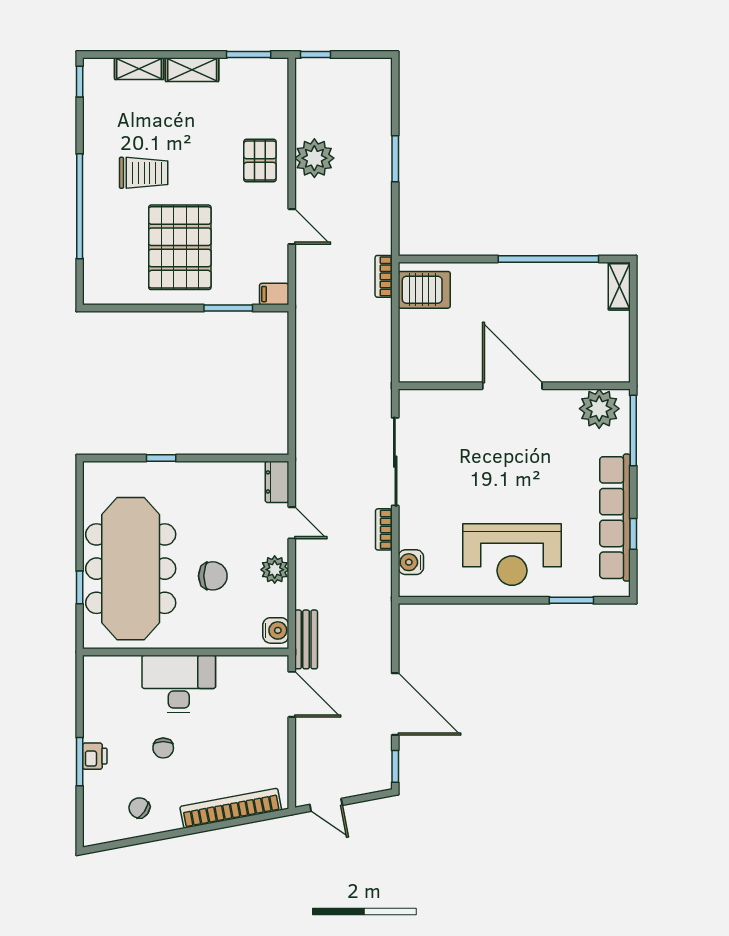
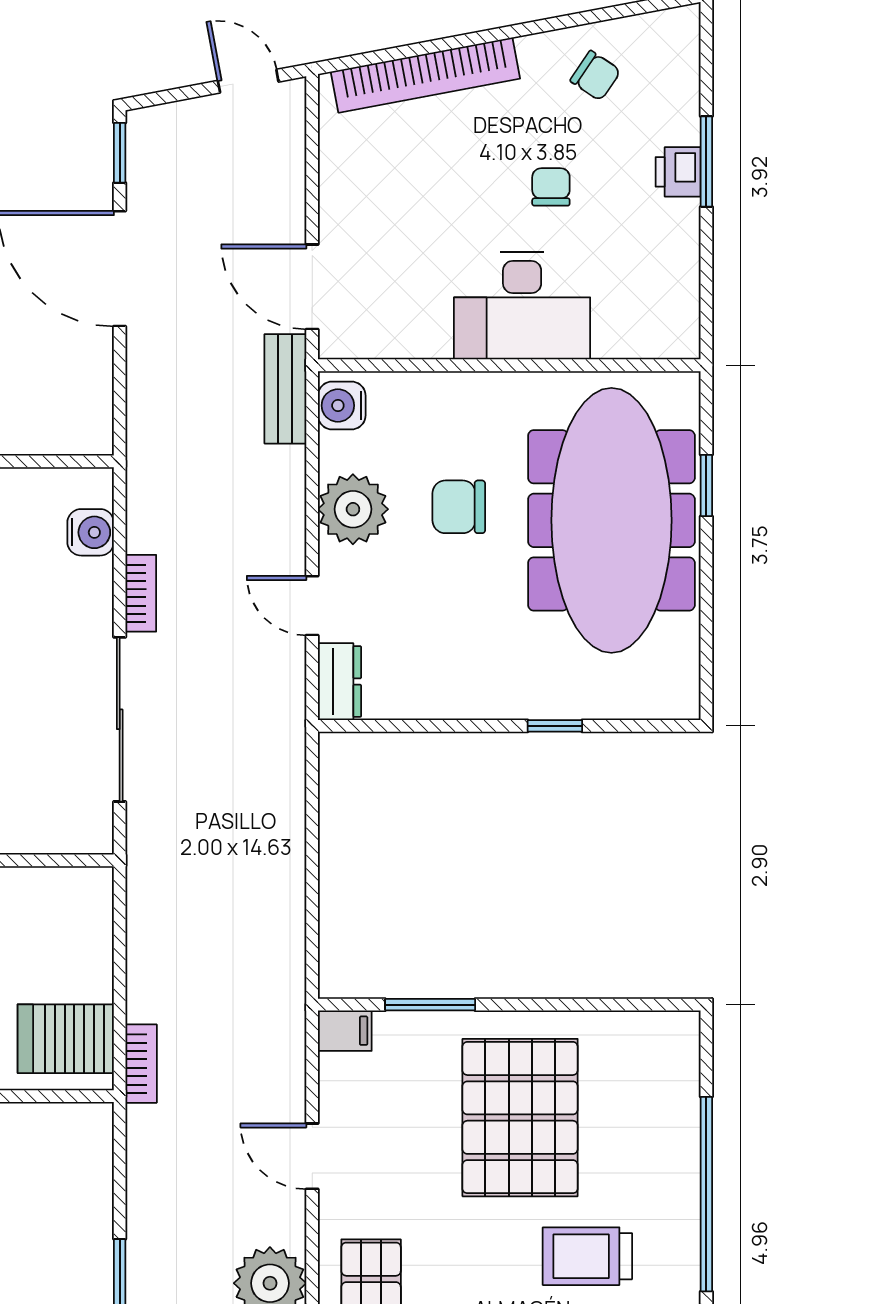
plant: (275, 570) -> (353, 509), width x1.36, depth x1.36

